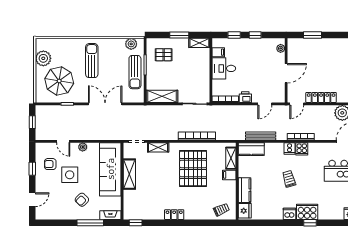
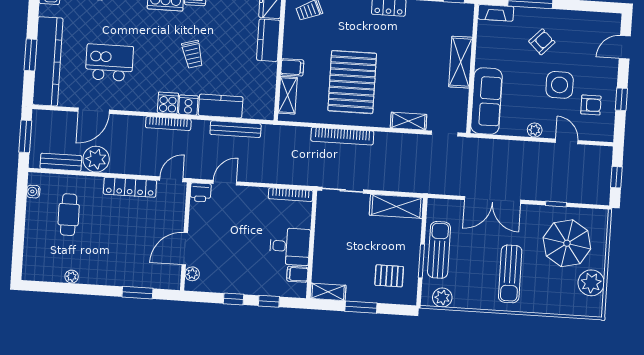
door: (286, 73) -> (185, 249), moved
printer: (245, 97) -> (201, 192), moved
kitchen counter: (251, 149) -> (221, 106), moved
sofa: (110, 169) -> (487, 101), width x0.74, depth x0.79
shelving: (129, 174) -> (461, 62), moved

